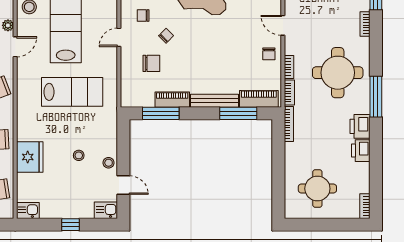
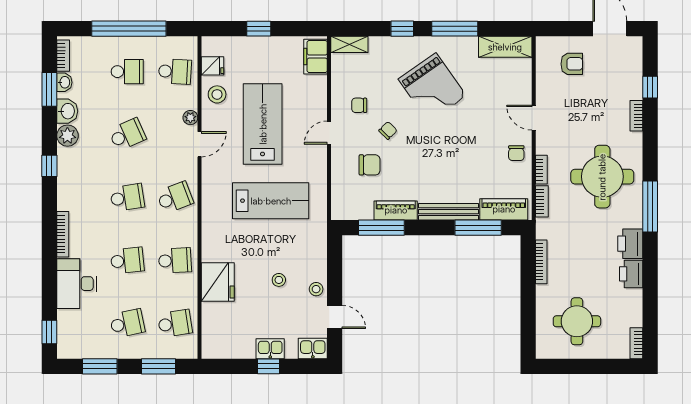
bookcase: (289, 124) -> (541, 262), moved
kitchen sink: (28, 211) -> (270, 349), moved

